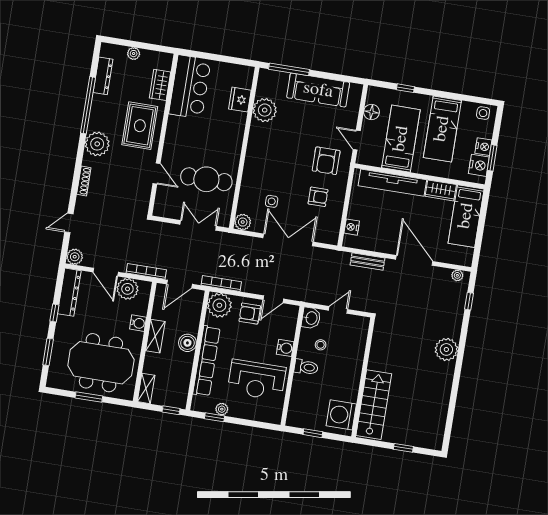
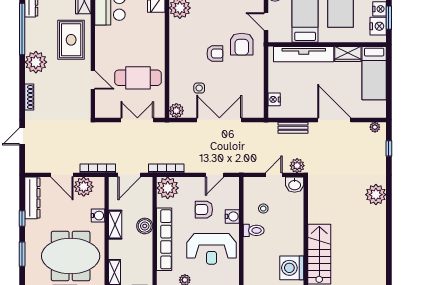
armchair: (318, 197) -> (215, 54), moved
plant: (75, 257) -> (297, 166), moved
armchair: (250, 314) -> (204, 210), moved
washbasin: (311, 318) -> (295, 185), moved, turned 90

